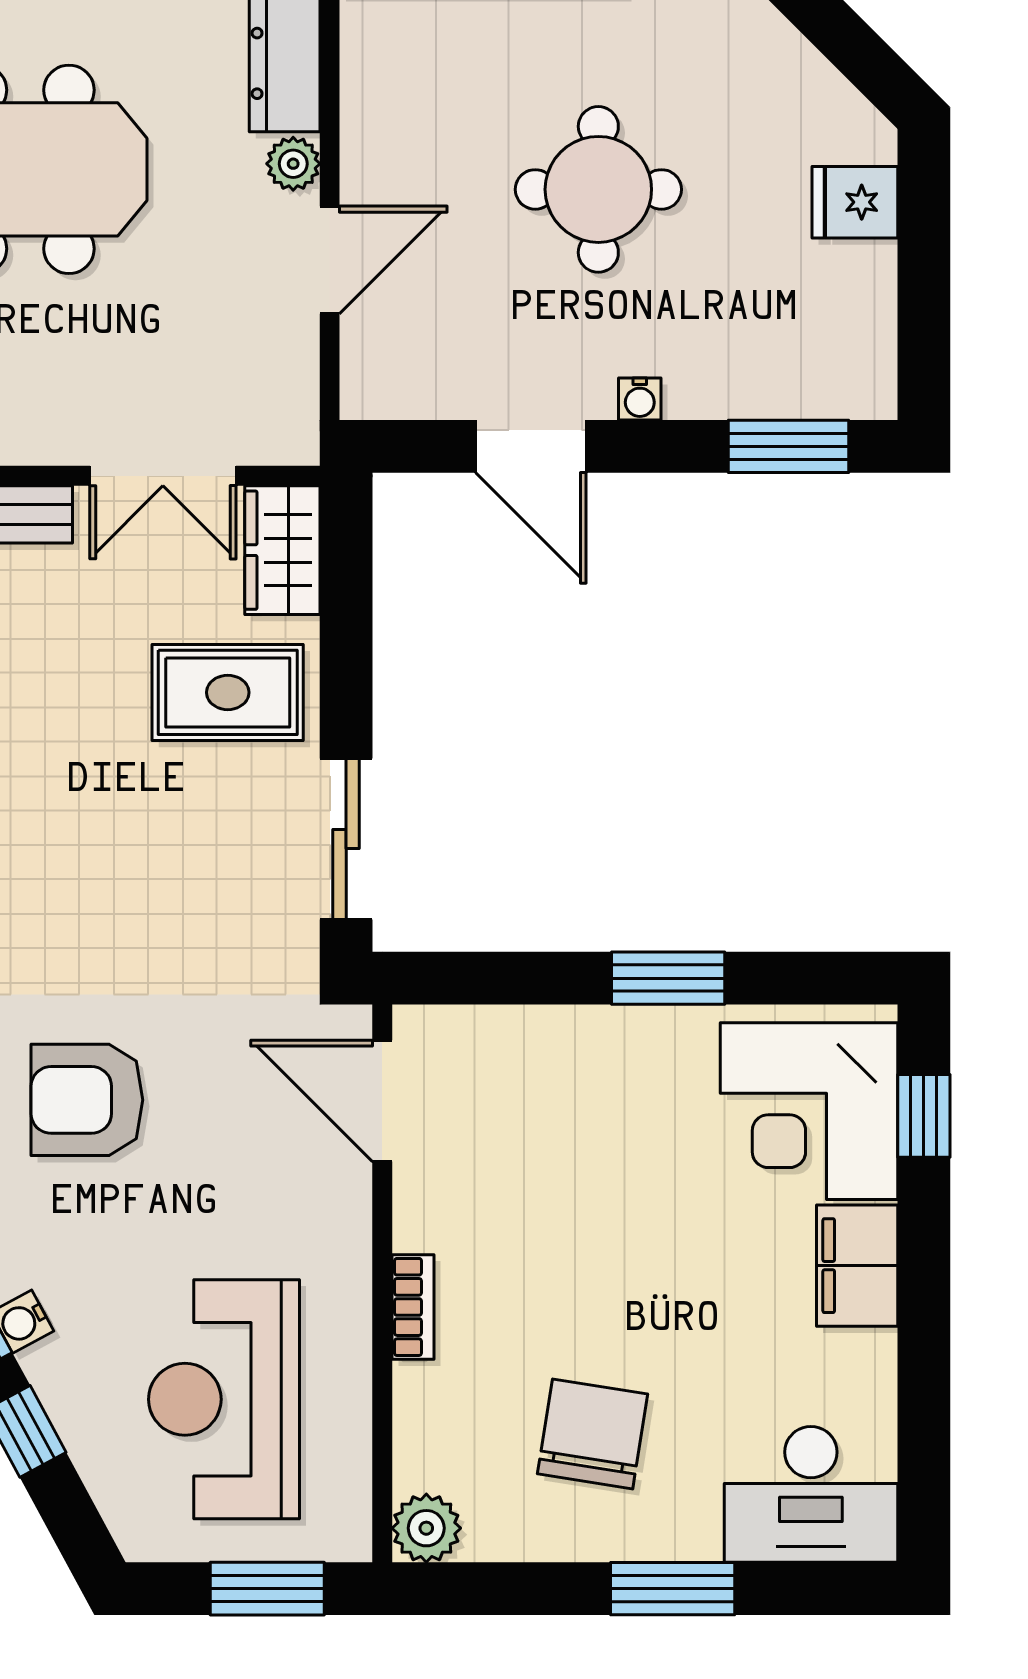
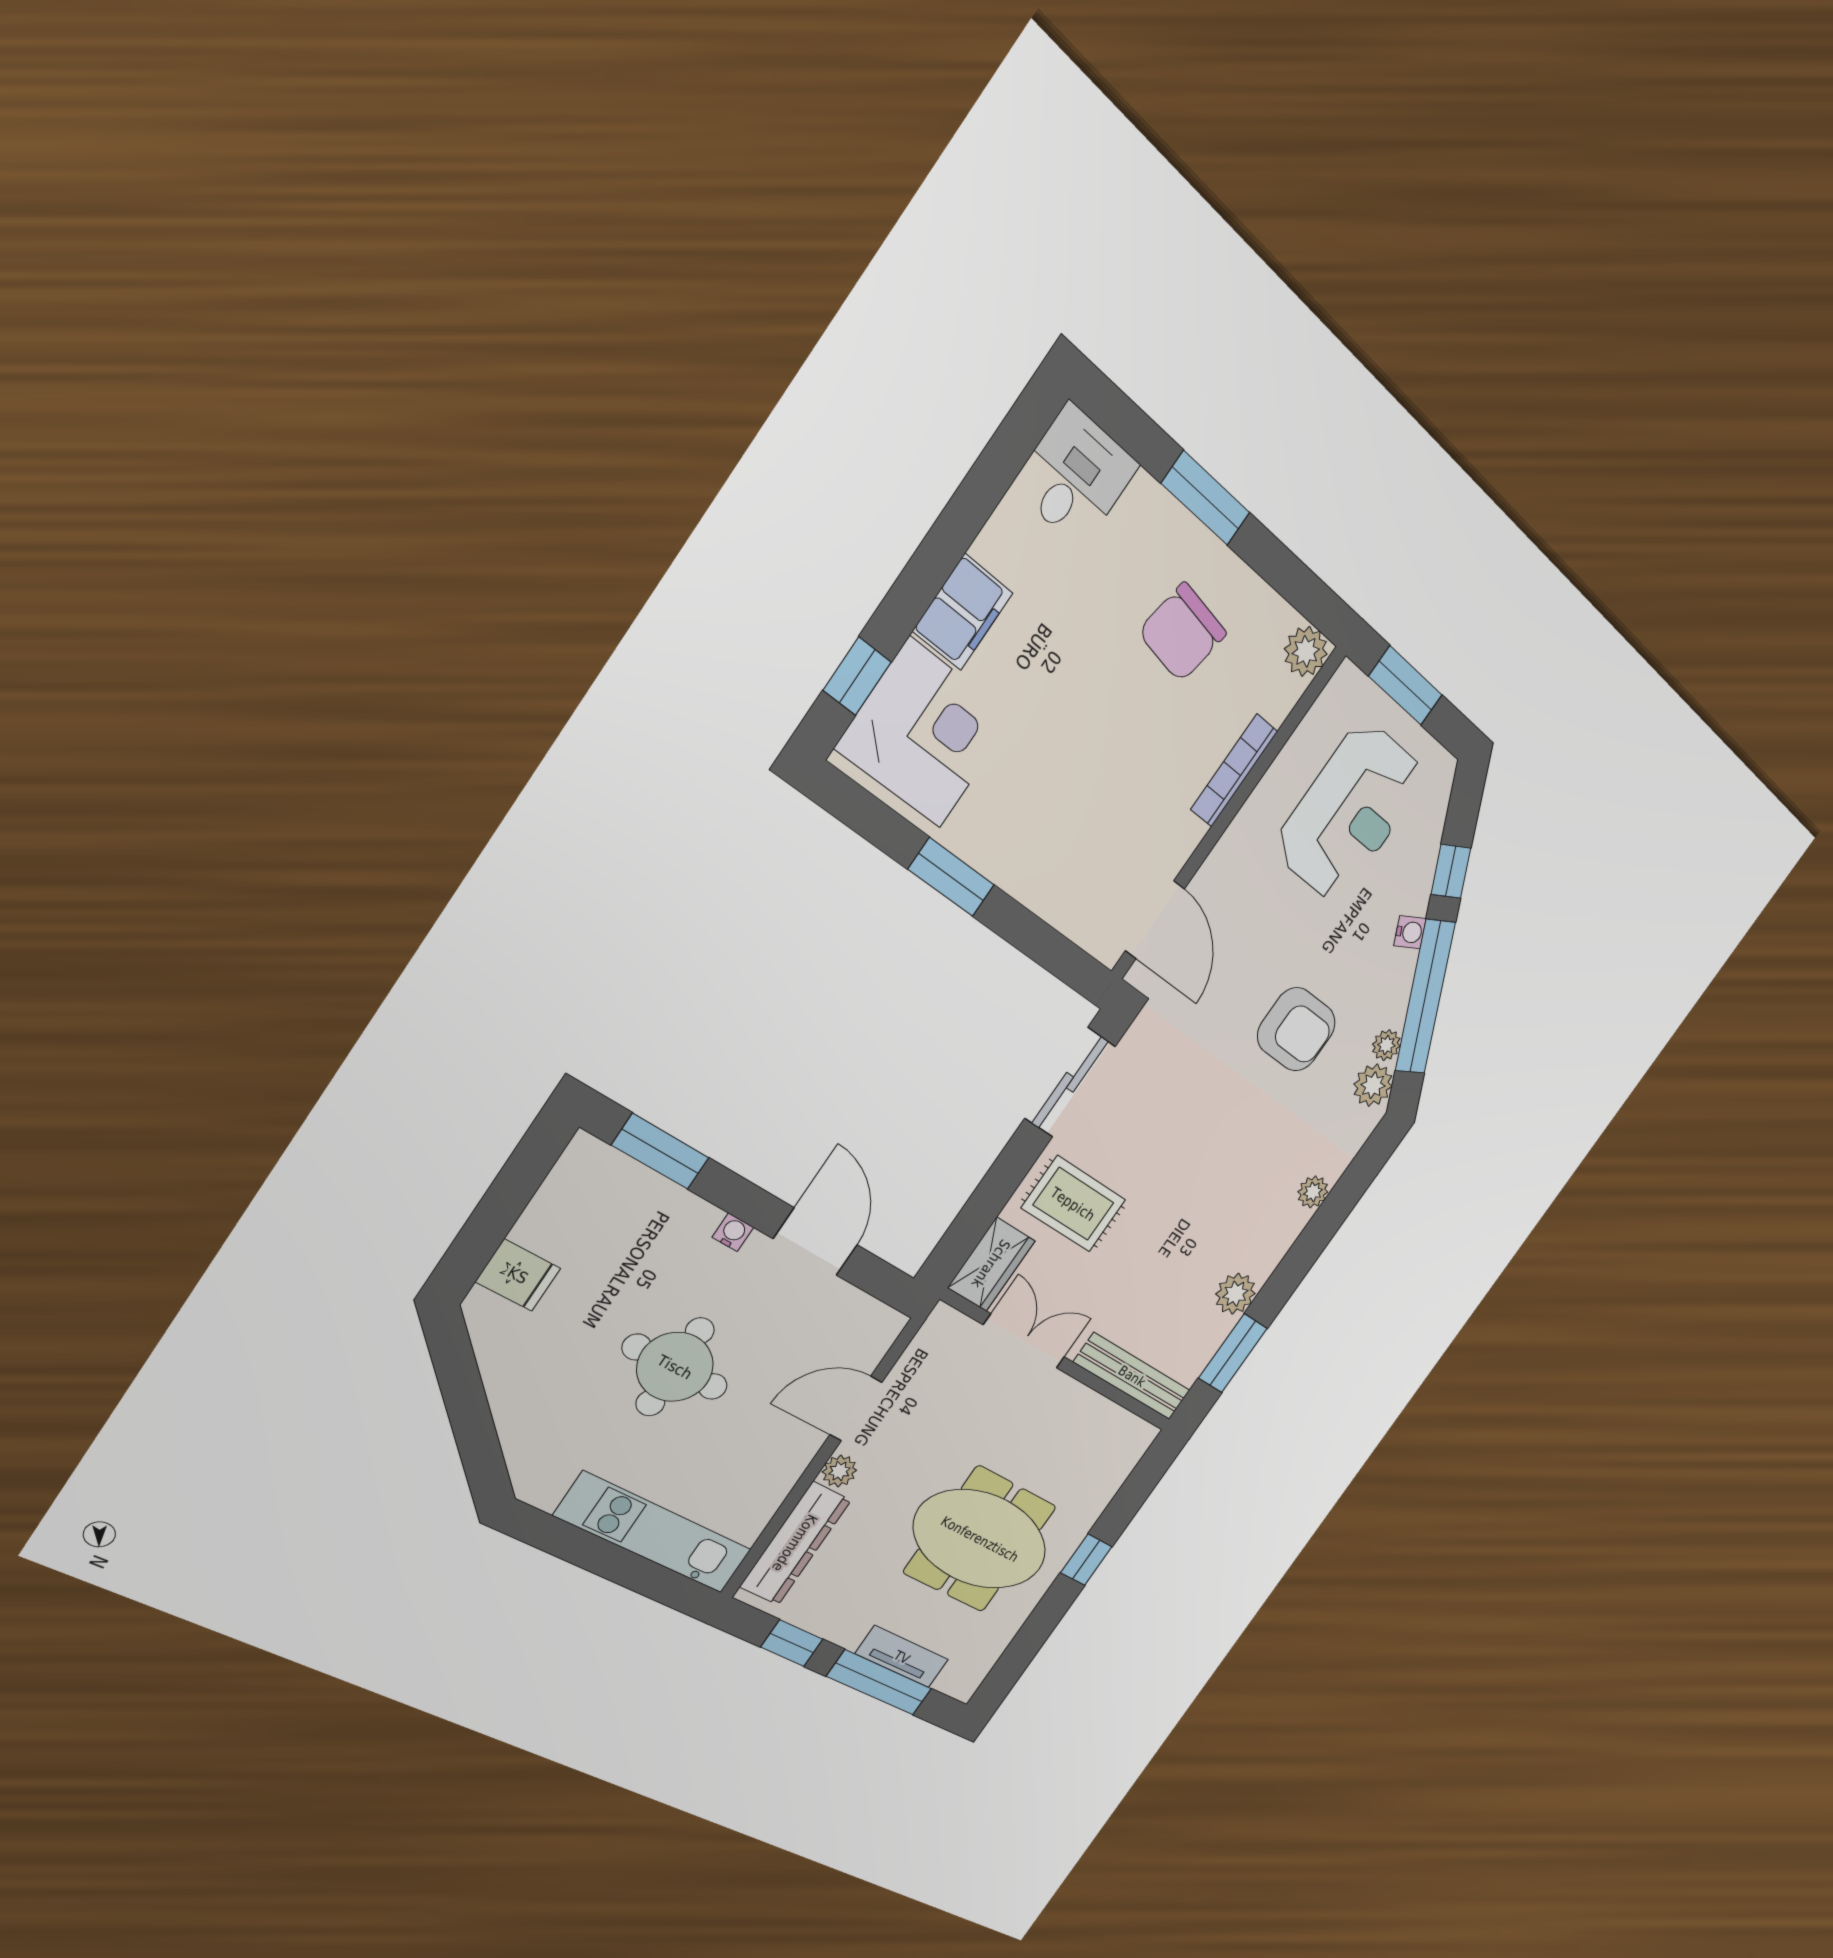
bookcase: (413, 1307) -> (1234, 770), width x1.56
desk: (811, 1494) -> (1075, 476), width x0.73

